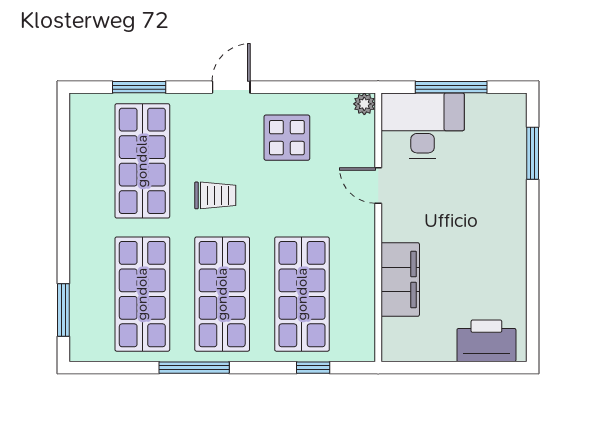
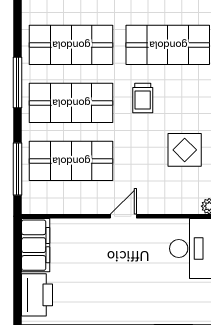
door: (378, 186) -> (123, 216), moved
filing cabinet: (400, 280) -> (36, 245), moved, turned -90
window: (313, 368) -> (18, 169), width x2.17

